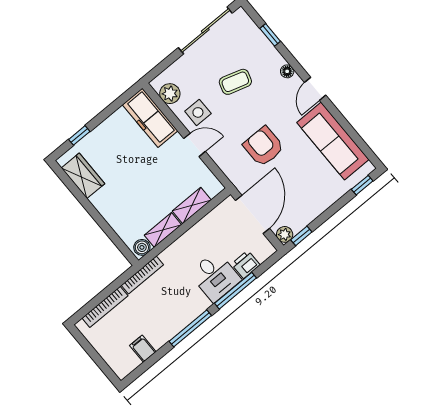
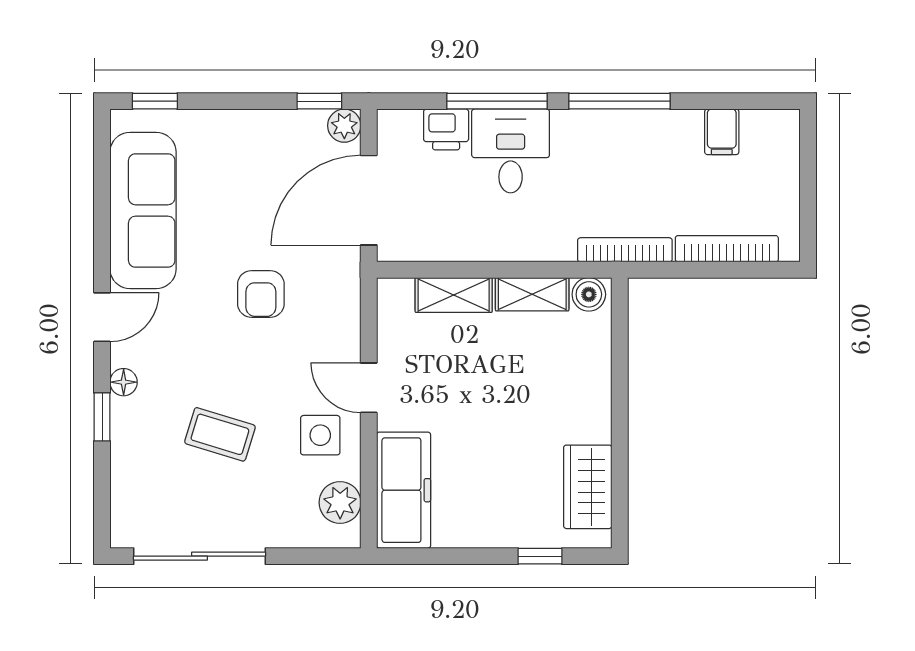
window: (270, 35) -> (102, 417), moved
armchair: (263, 146) -> (261, 294), width x0.72, depth x0.72

